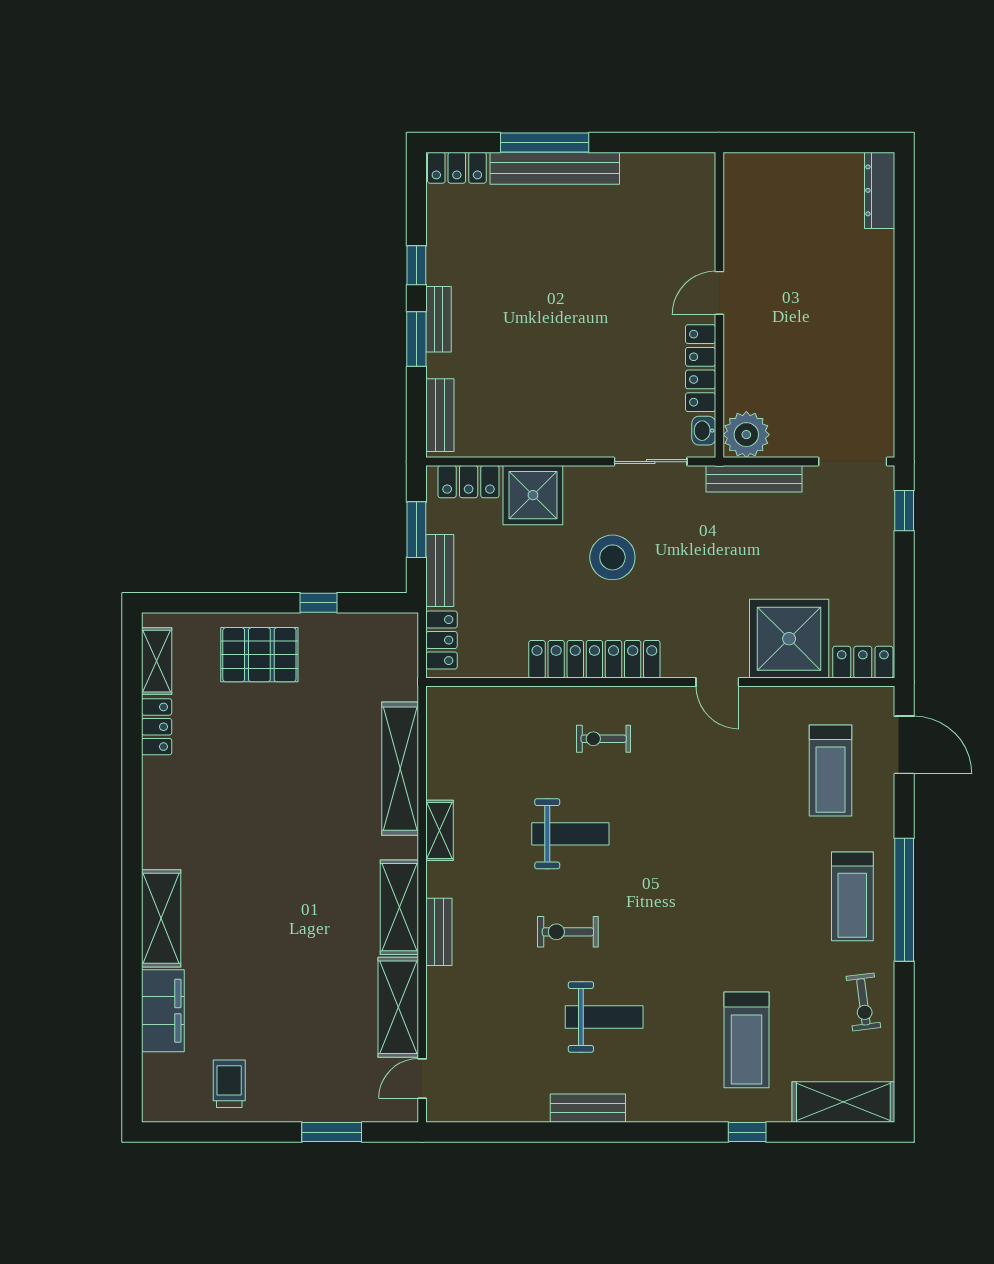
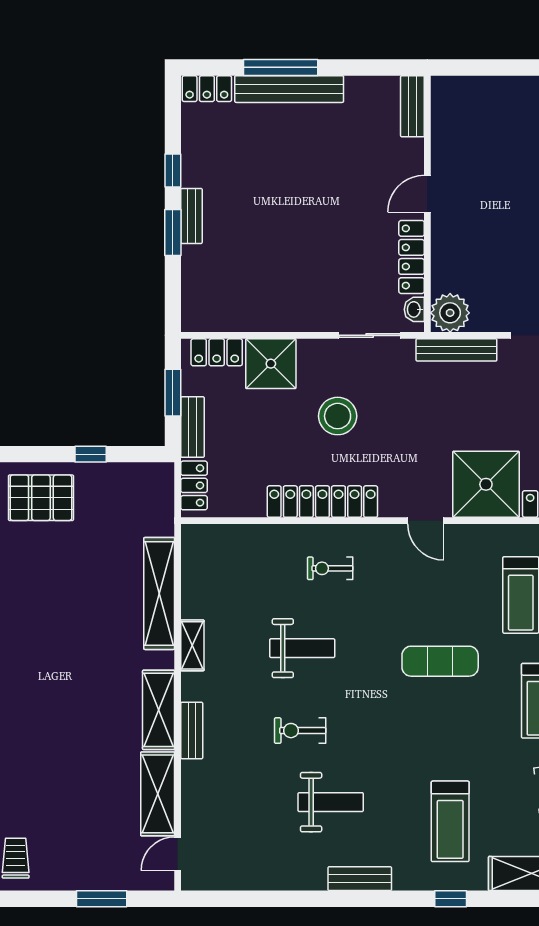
bench: (440, 415) -> (412, 106), moved
exercise mat: (734, 849) -> (440, 661), added
bench: (588, 1108) -> (360, 879), moved

